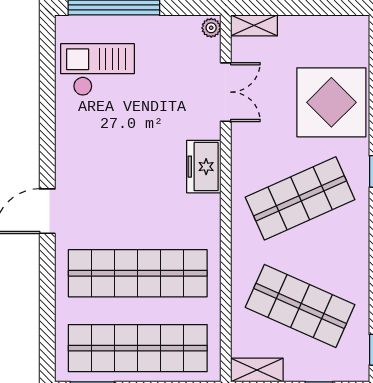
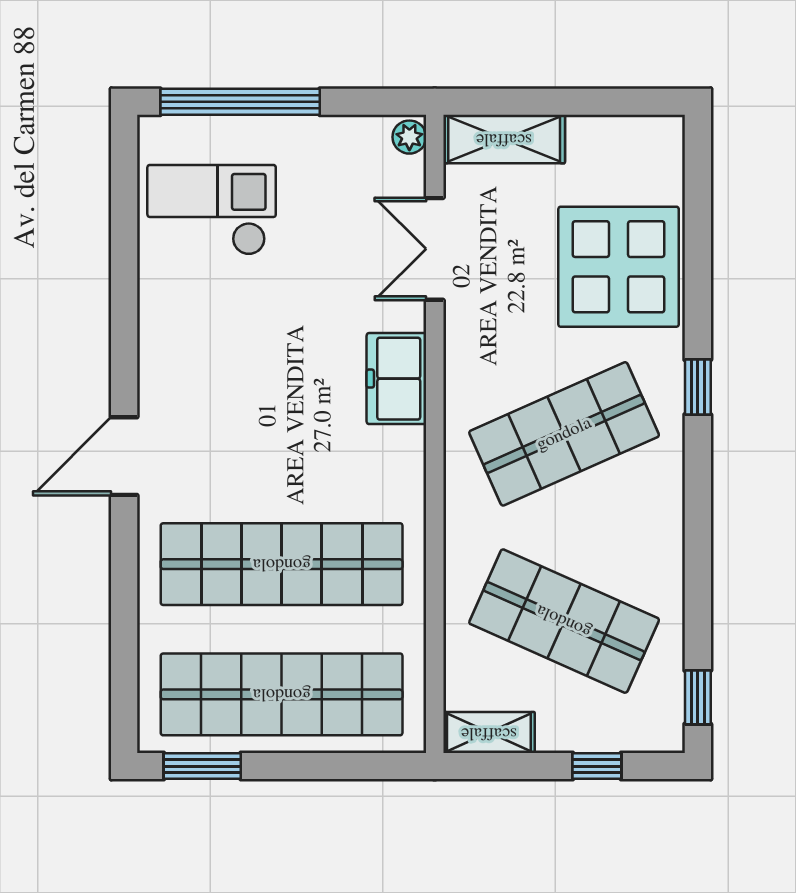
shelving: (254, 25) -> (504, 139), width x1.50, depth x1.33
double door: (226, 92) -> (435, 249), swing flipped

